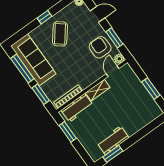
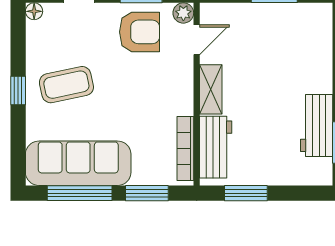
coffee table: (60, 34) -> (66, 85), turned -50
armchair: (100, 47) -> (140, 32), turned 180
door: (113, 71) -> (197, 40), swing flipped

